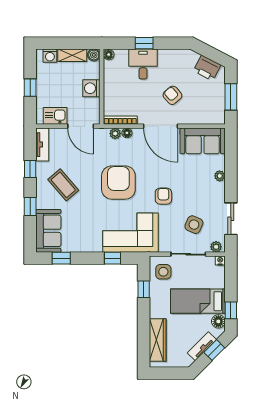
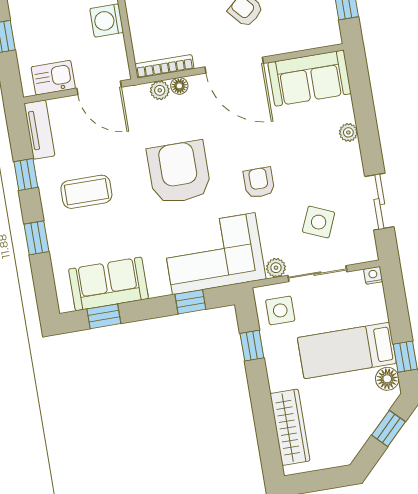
coffee table: (63, 185) -> (86, 192), turned -49
sofa: (48, 231) -> (109, 284), moved, turned -90
plant: (216, 247) -> (276, 268), moved
tv unit: (202, 346) -> (366, 425), removed

